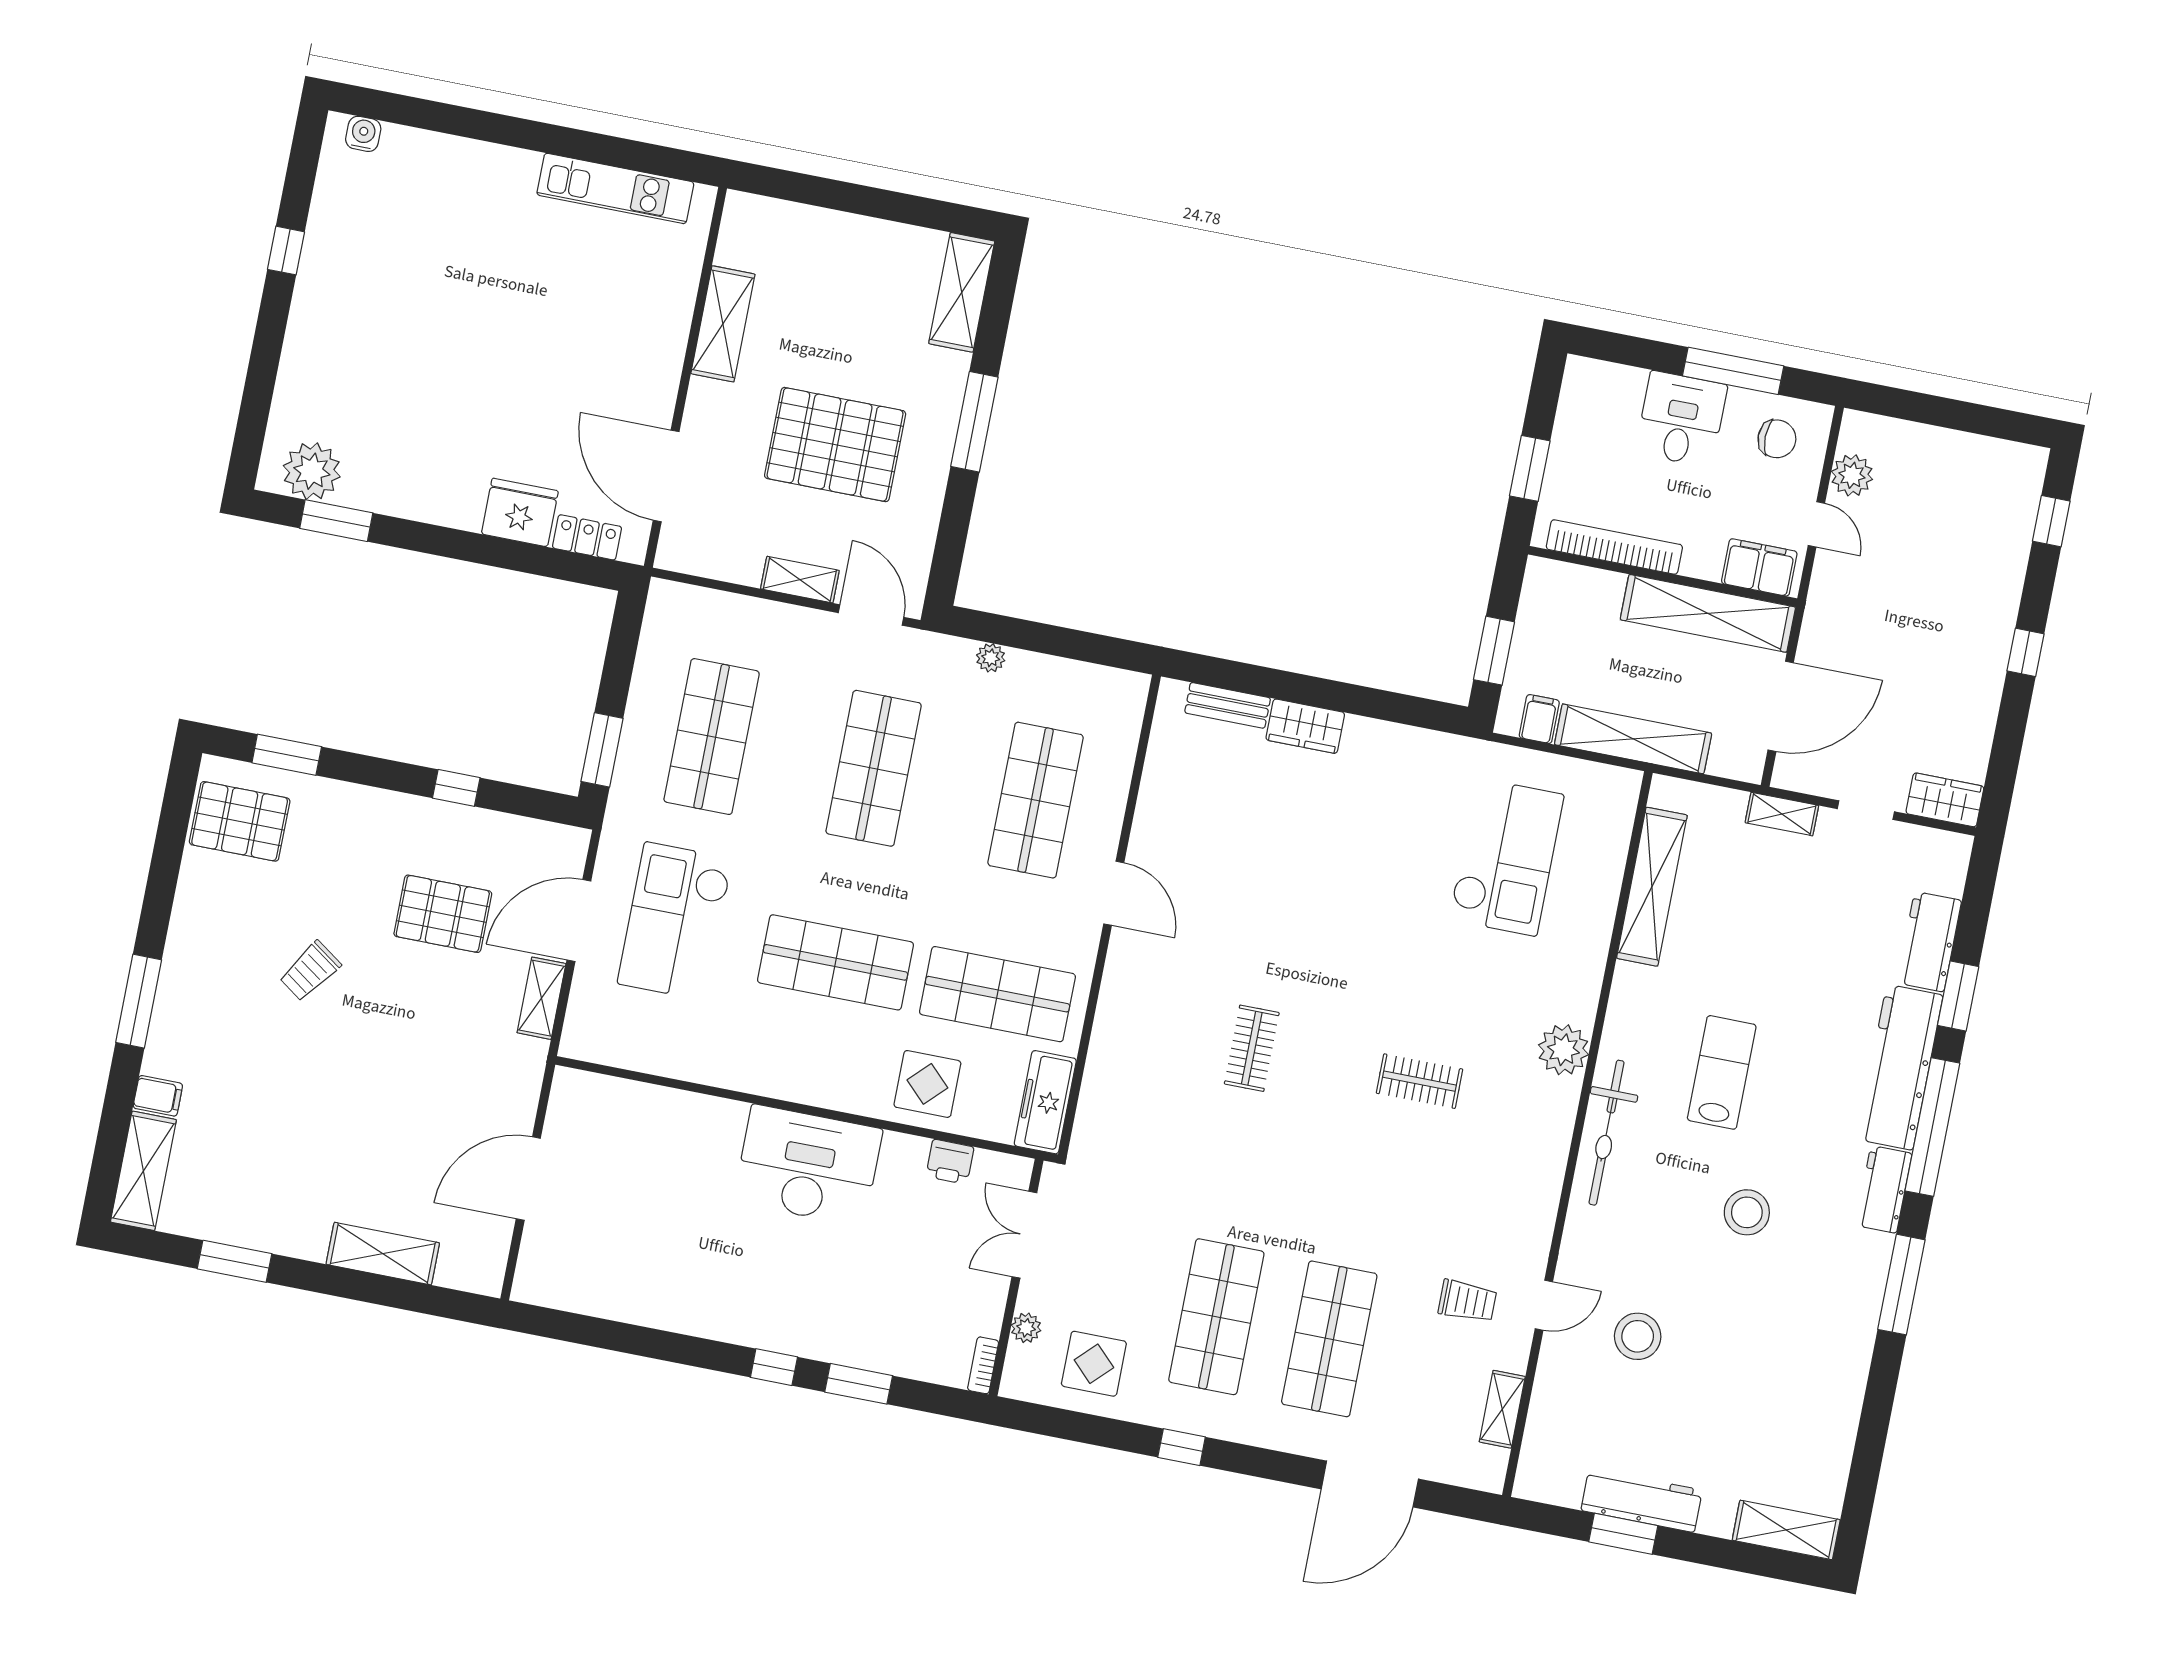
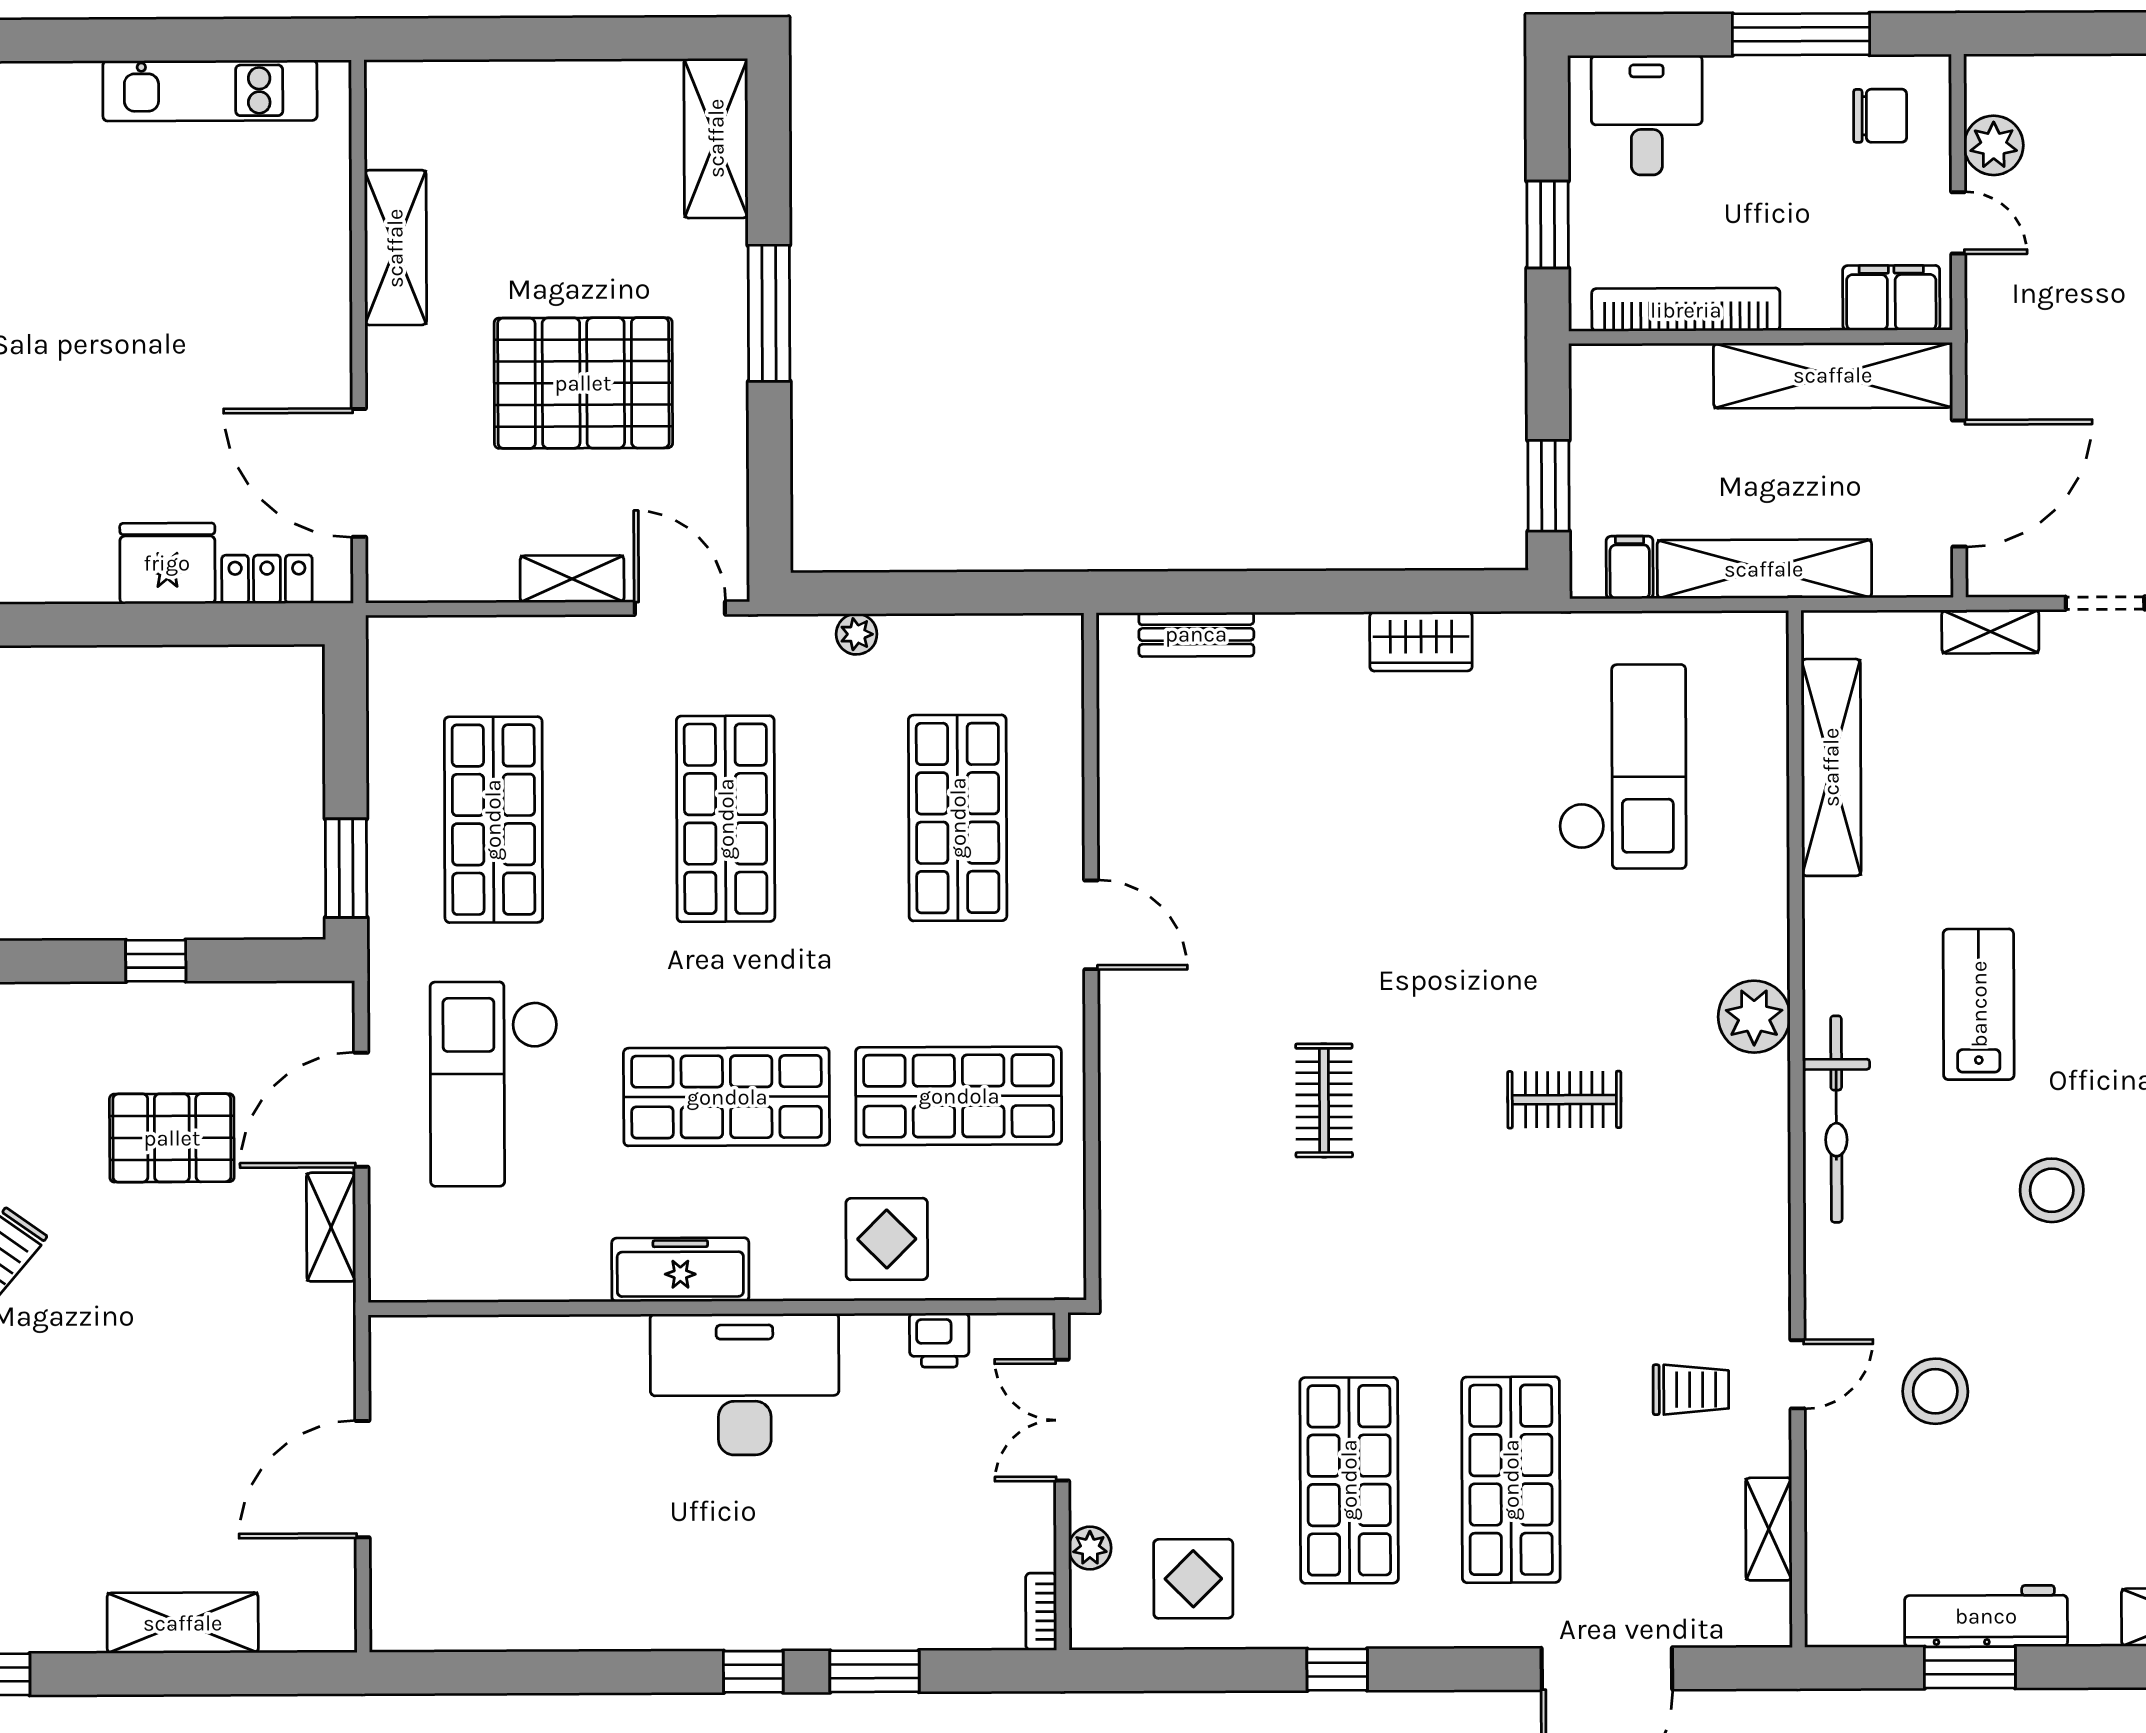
desk: (1681, 419) -> (1647, 115), moved
wardrobe: (1305, 726) -> (1421, 641), moved
freezer: (1045, 1102) -> (680, 1270), moved, turned 90

